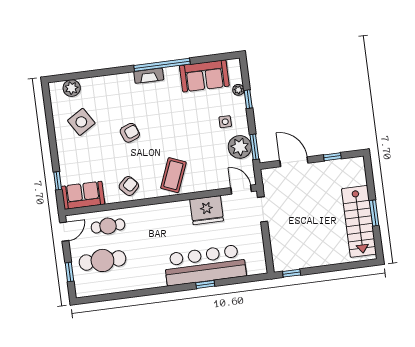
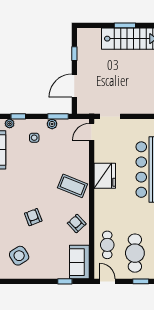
plant: (240, 147) -> (52, 124), width x0.53, depth x0.53
fridge: (207, 210) -> (105, 176), moved

